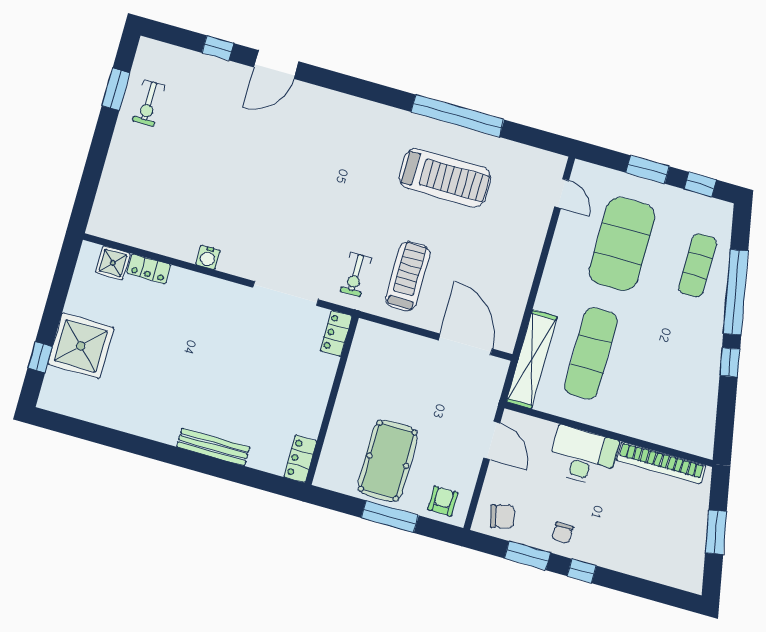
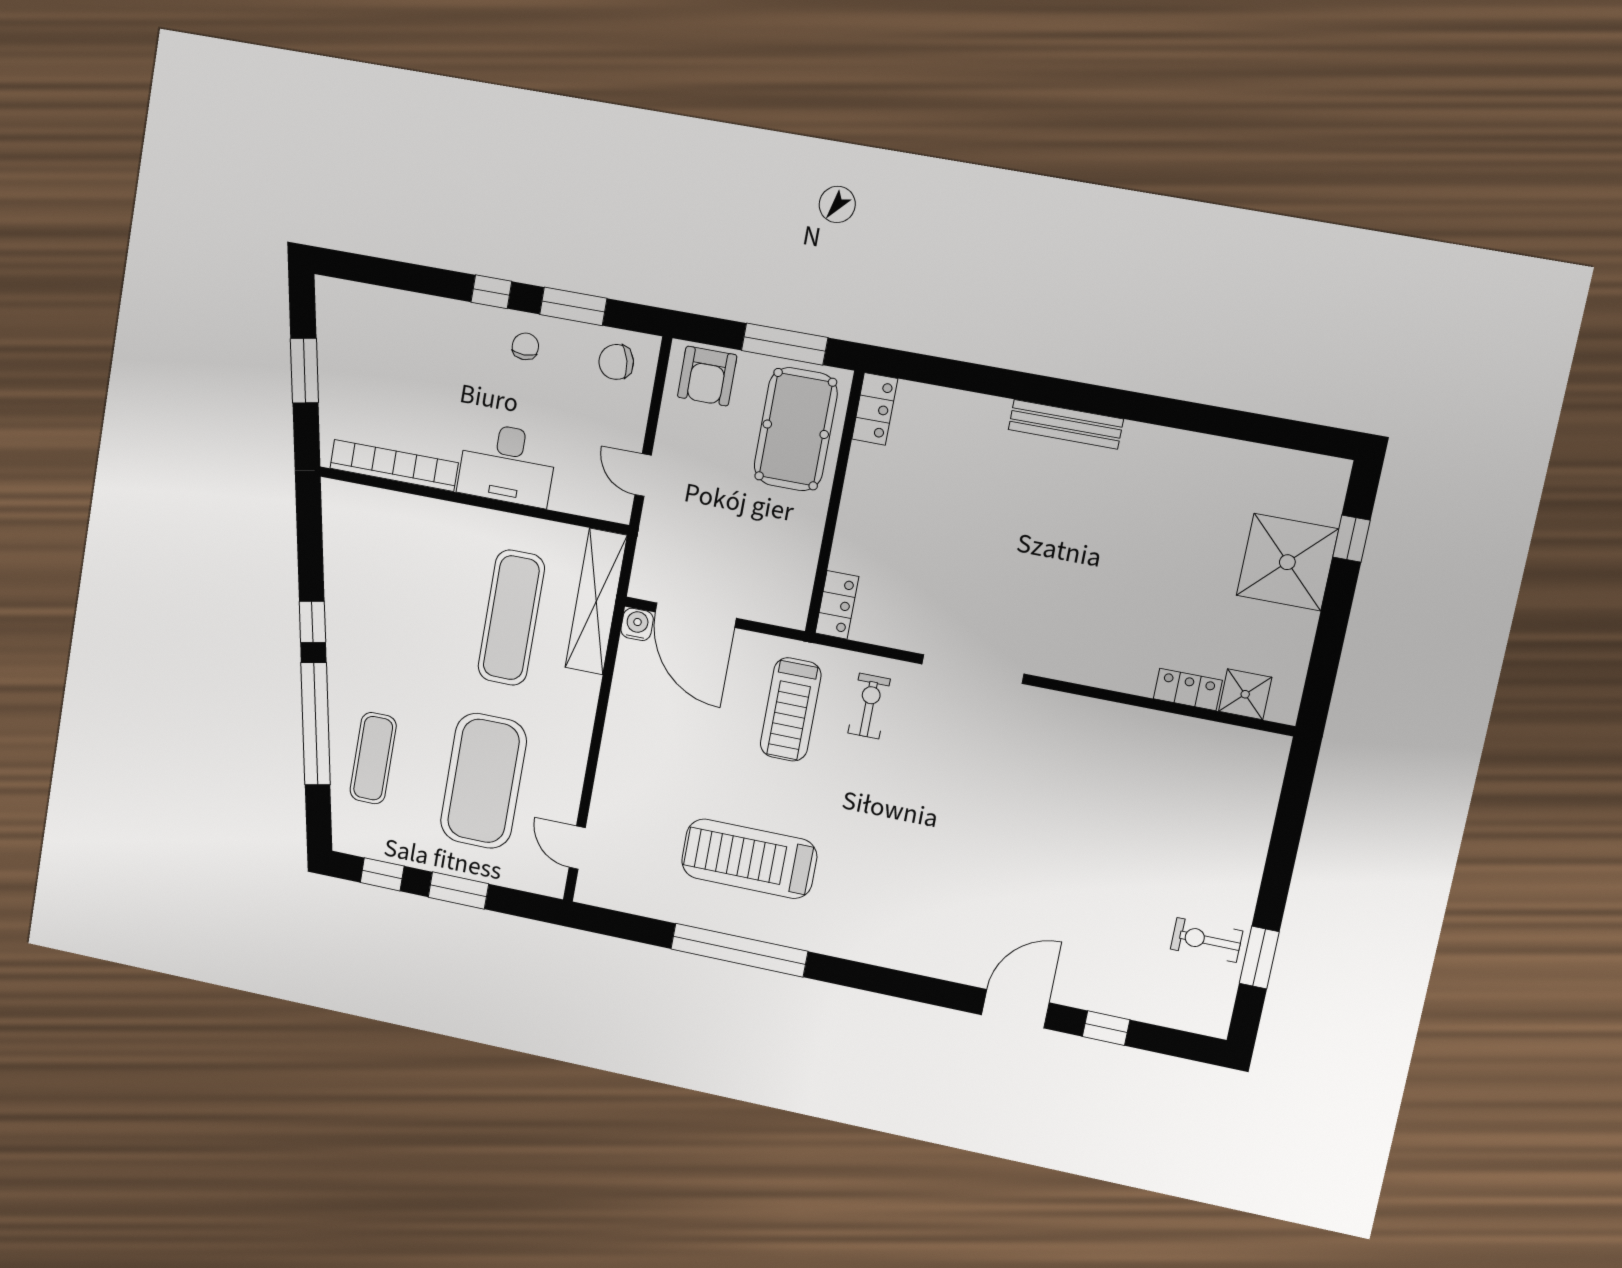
exercise bike: (149, 103) -> (1207, 940), turned -90
water cooler: (208, 257) -> (637, 624), moved
locker: (336, 333) -> (837, 605), moved
wall: (332, 400) -> (835, 503), moved
door: (492, 440) -> (643, 475), width x0.73
locker: (300, 459) -> (875, 409), moved
armchair: (443, 501) -> (707, 376), width x1.38, depth x1.38

